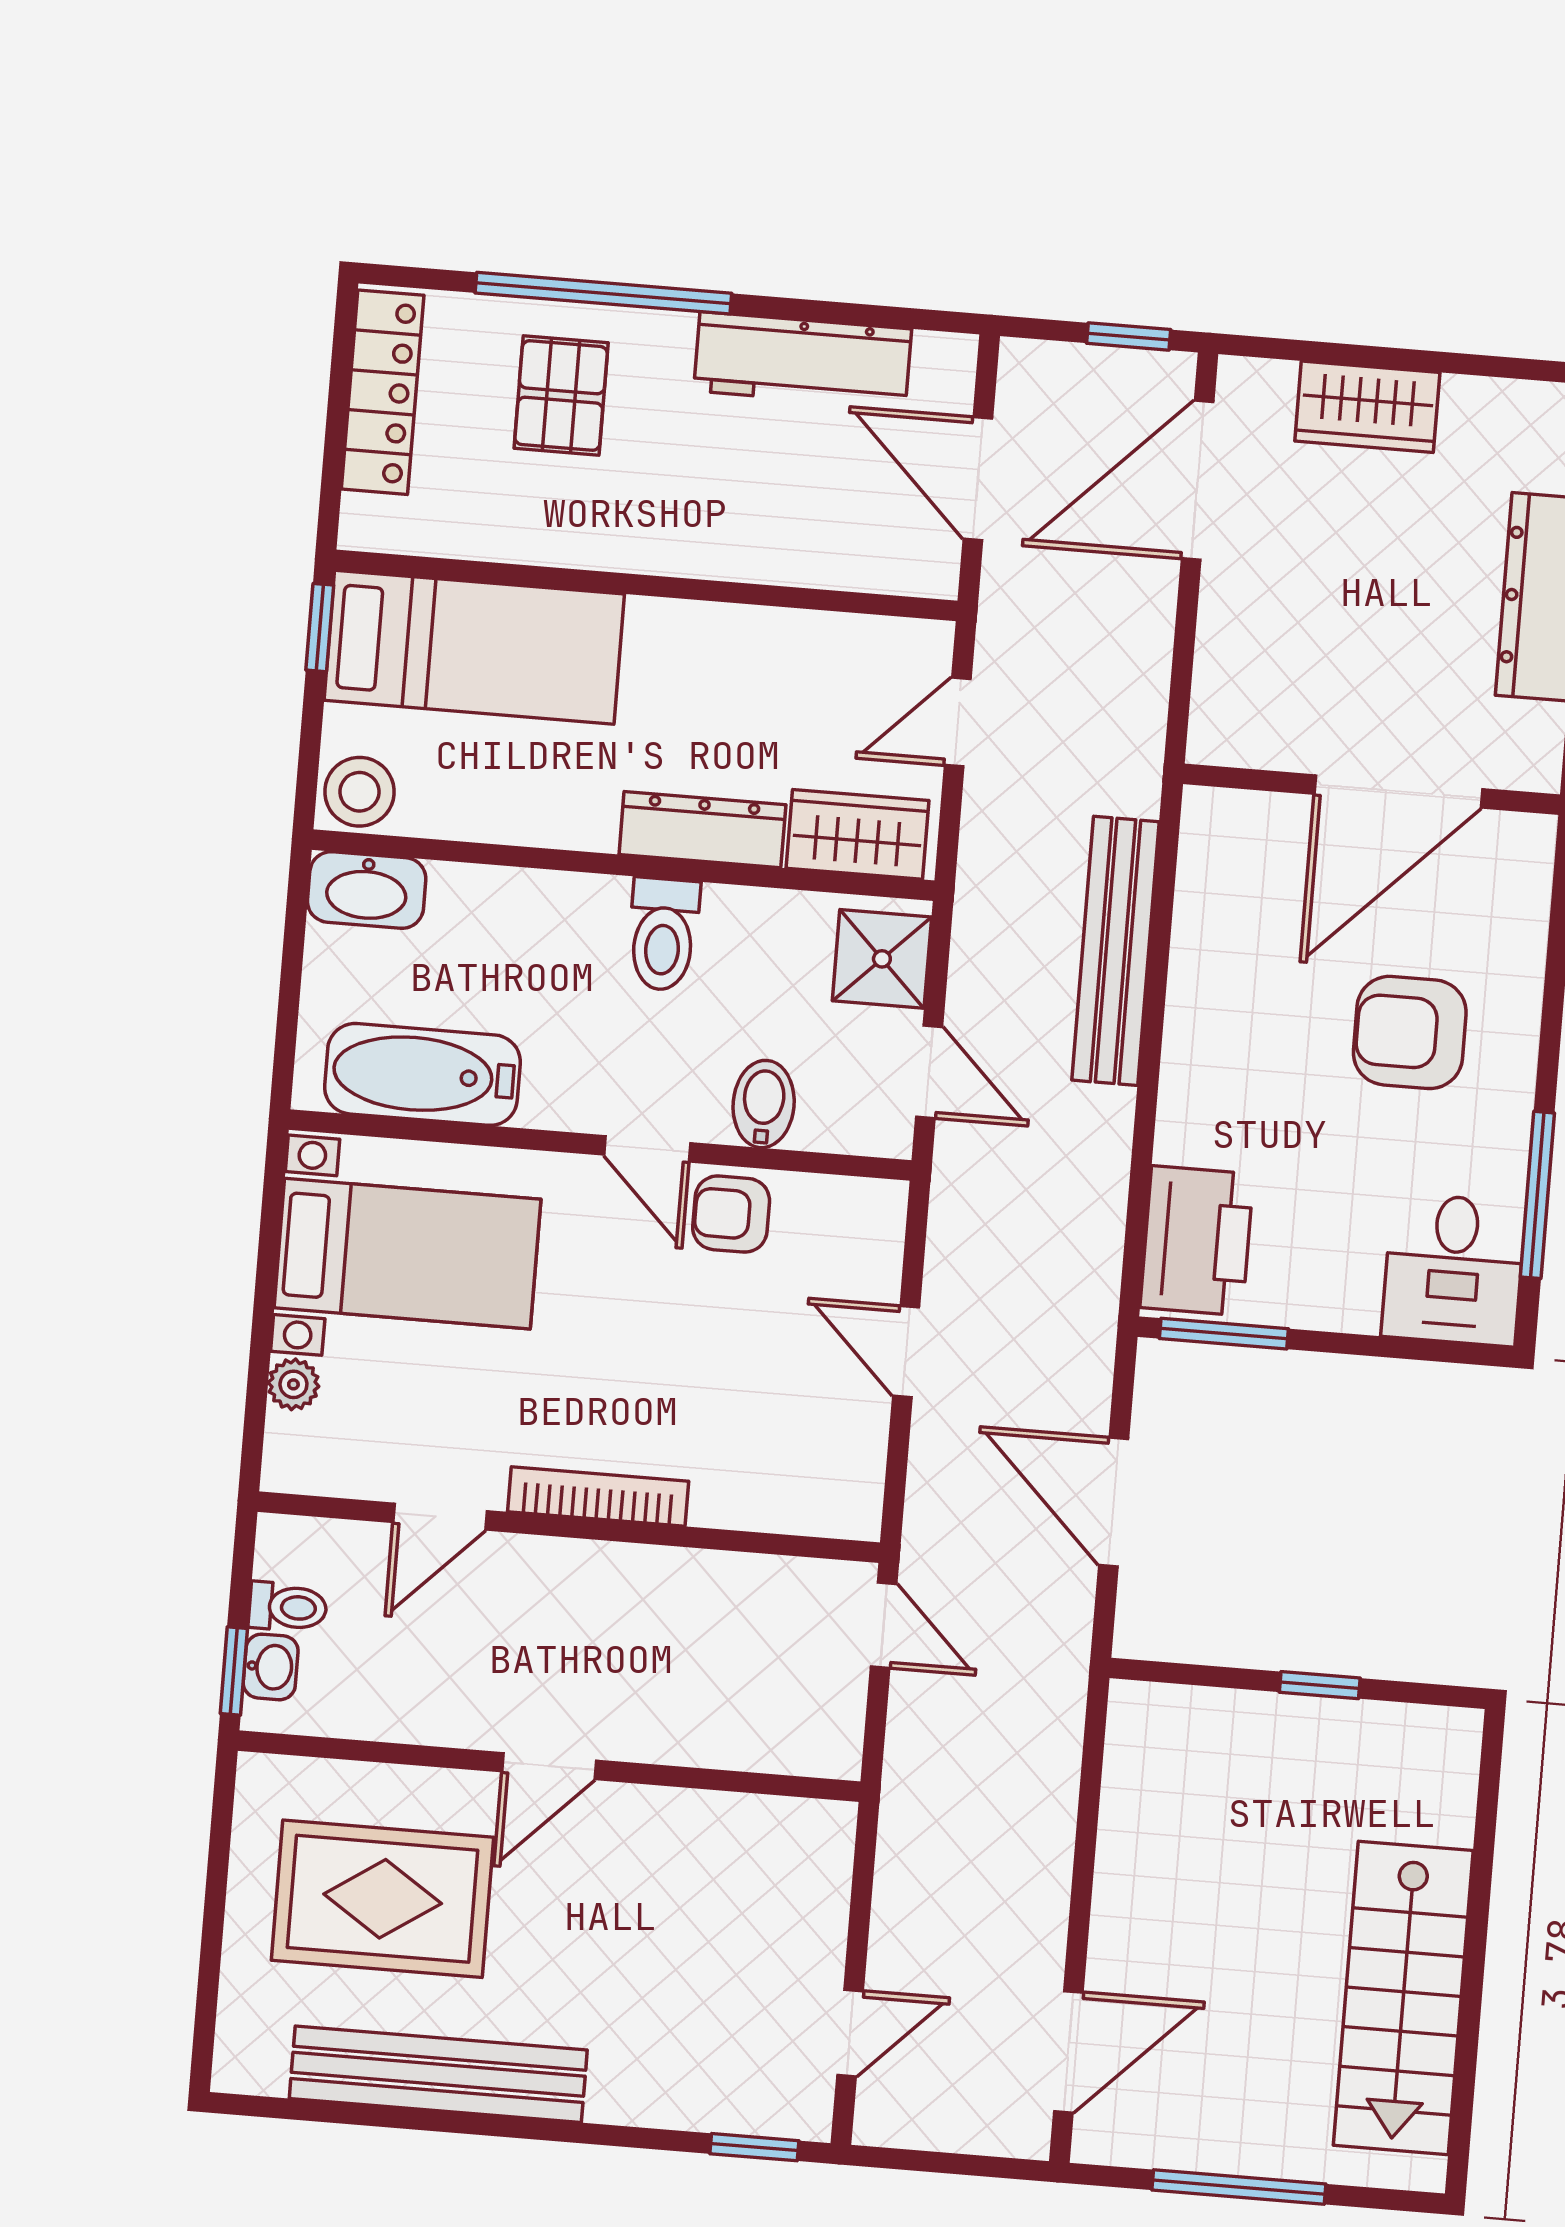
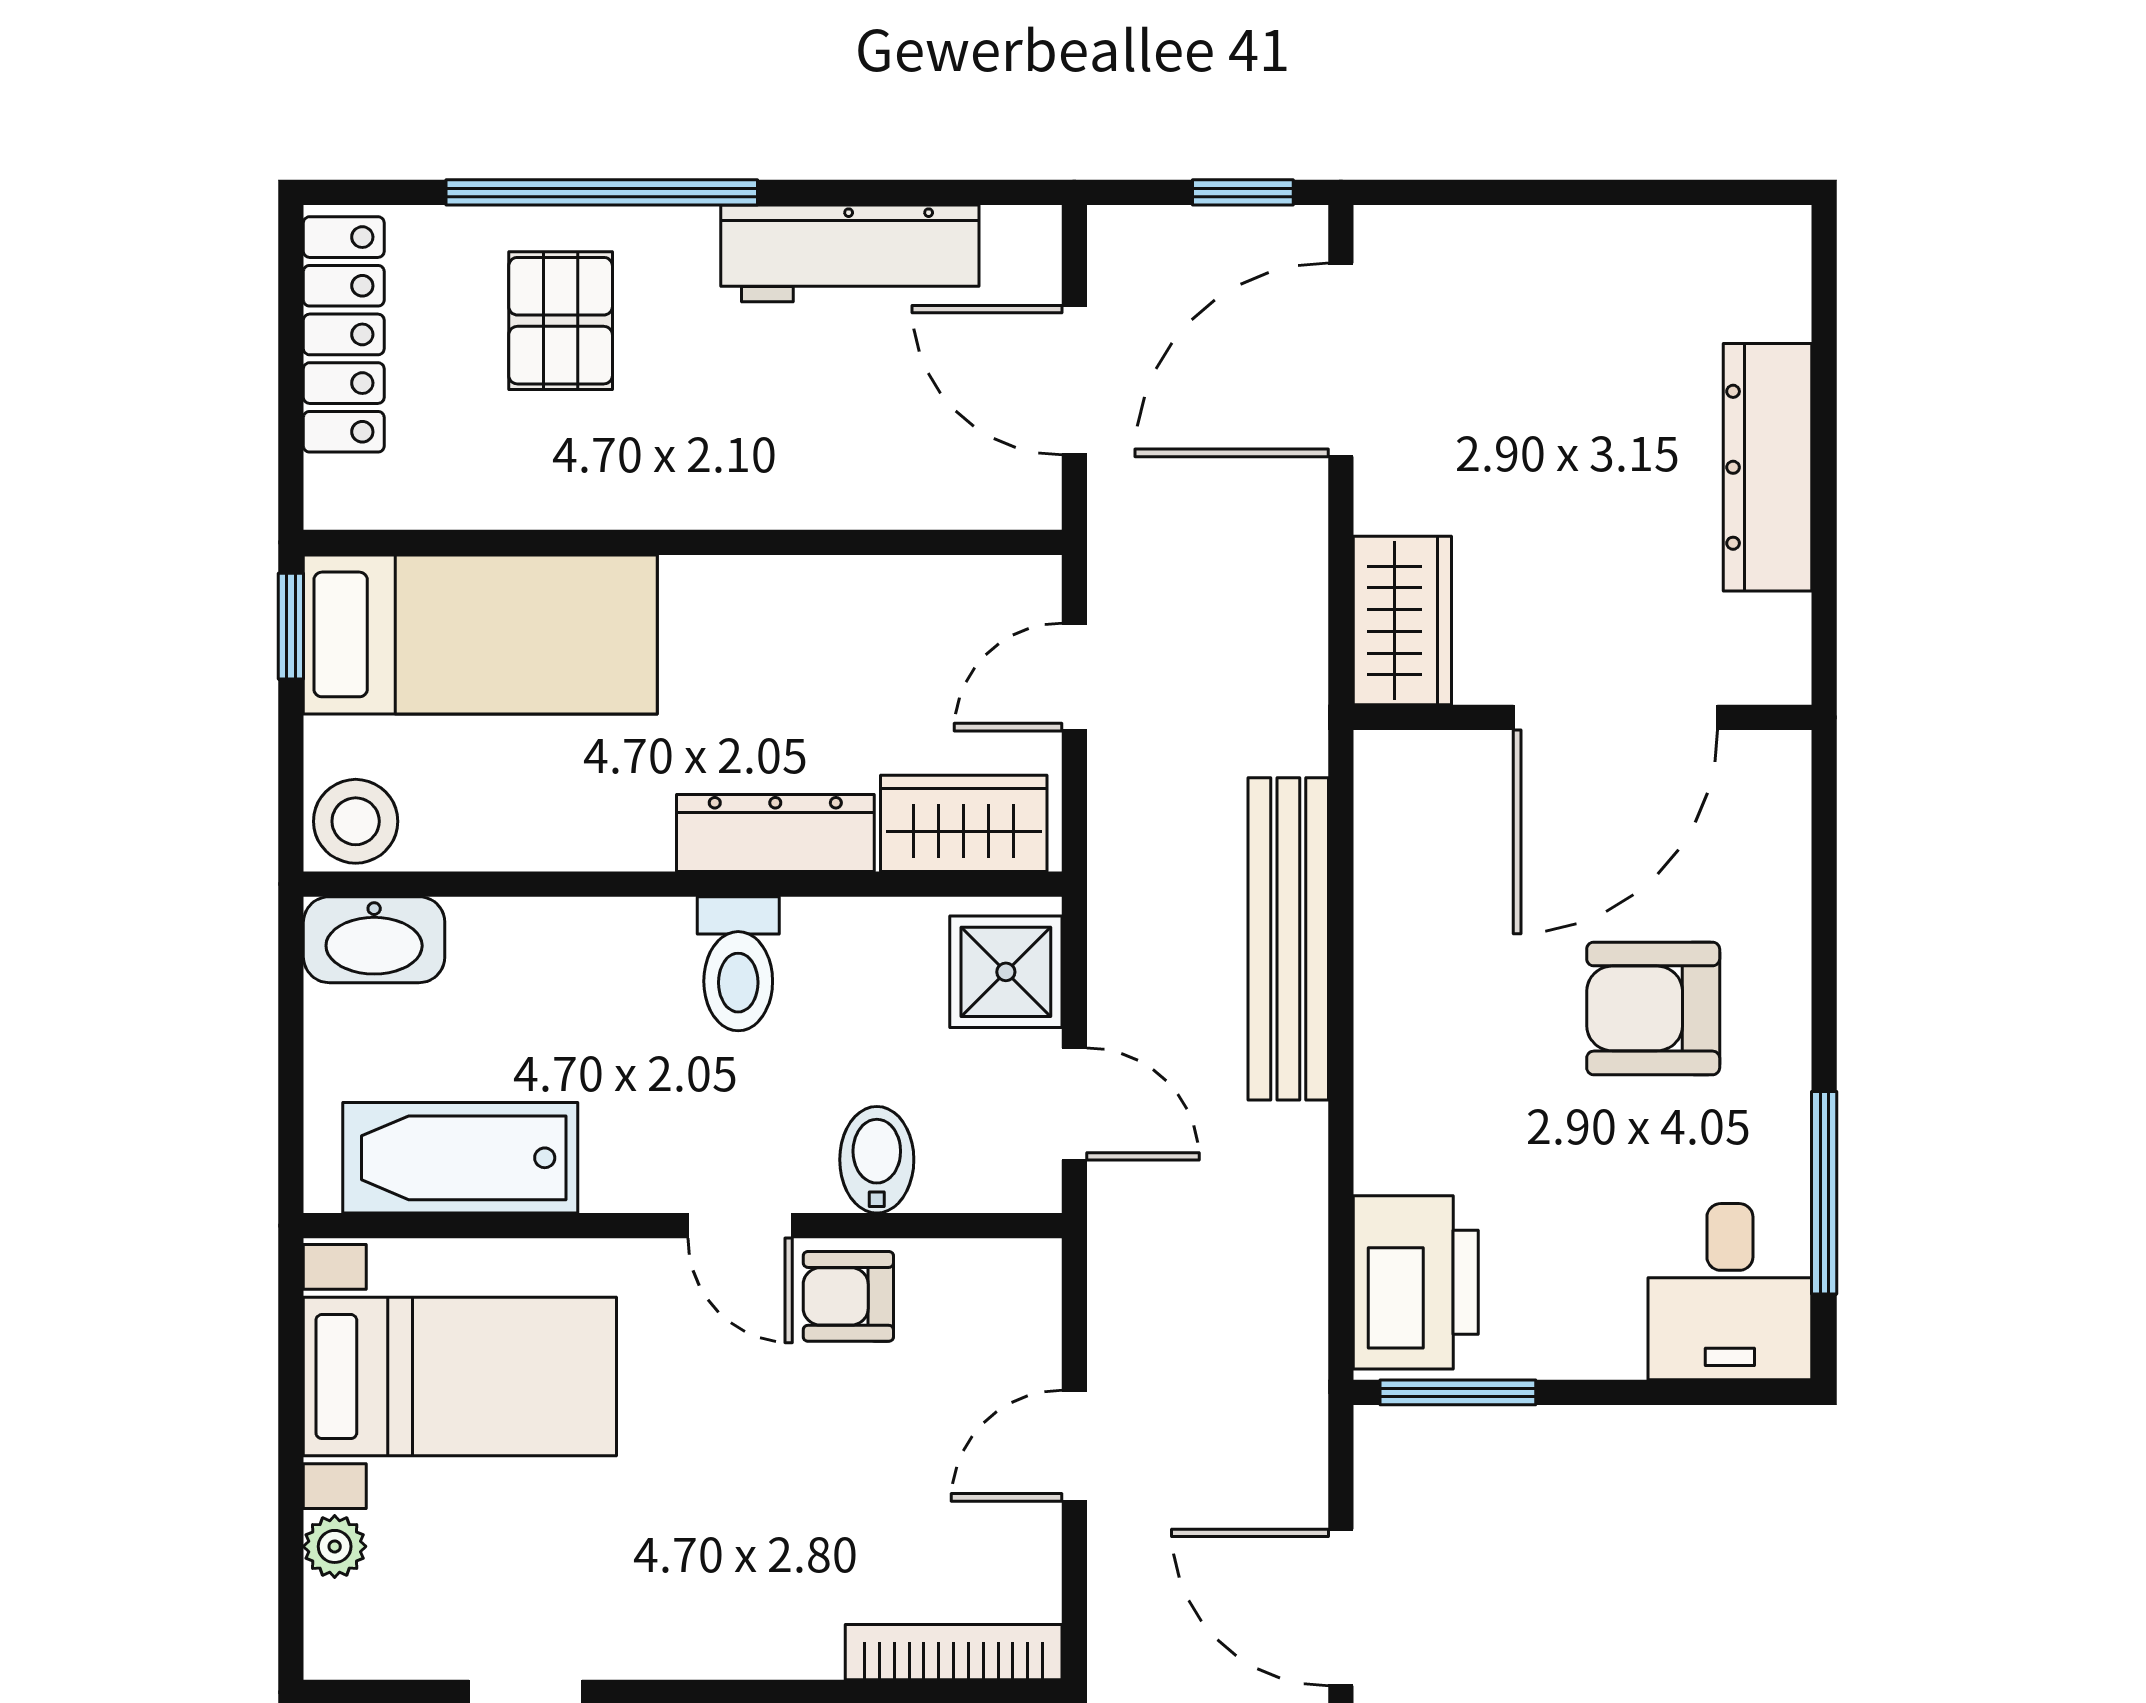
wardrobe: (1367, 407) -> (1402, 620), moved, turned -90
door: (906, 1352) -> (1074, 1446), hinge flipped
bookcase: (598, 1496) -> (954, 1652), moved

